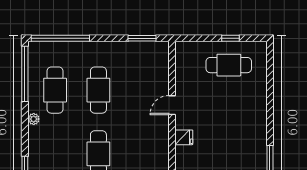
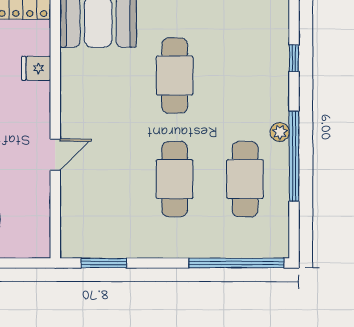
window: (25, 74) -> (294, 156), moved
fridge: (184, 137) -> (36, 68), moved

